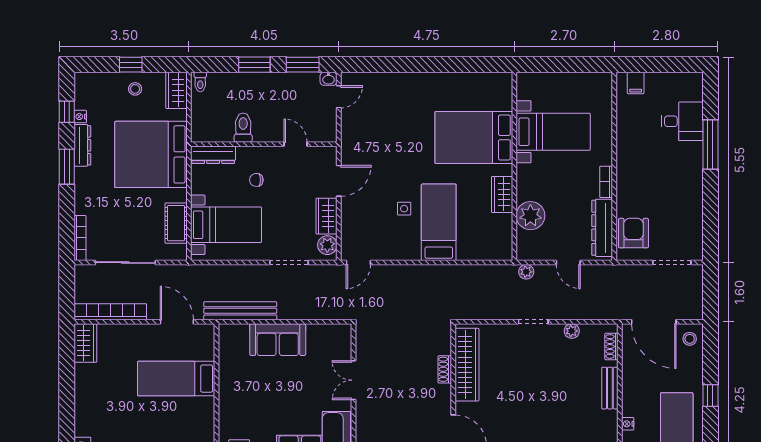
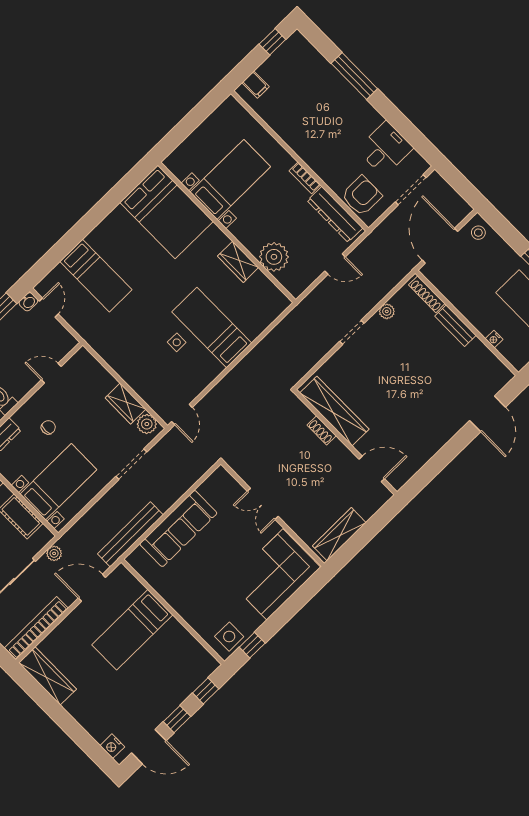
window: (677, 65) -> (272, 42), added
bed: (394, 107) -> (96, 276), added
desk: (682, 121) -> (385, 149), moved
bed: (474, 138) -> (167, 212), moved, turned -90
chair: (256, 180) -> (48, 427), turned 180
door: (339, 181) -> (109, 369), removed
armchair: (633, 233) -> (362, 196), turned 90
plant: (526, 272) -> (54, 553), moved
door: (654, 322) -> (440, 246), swing flipped
sofa: (278, 340) -> (178, 529), width x1.36
wardrobe: (85, 343) -> (47, 676), width x1.50
shoe rack: (611, 346) -> (427, 294), width x1.43

